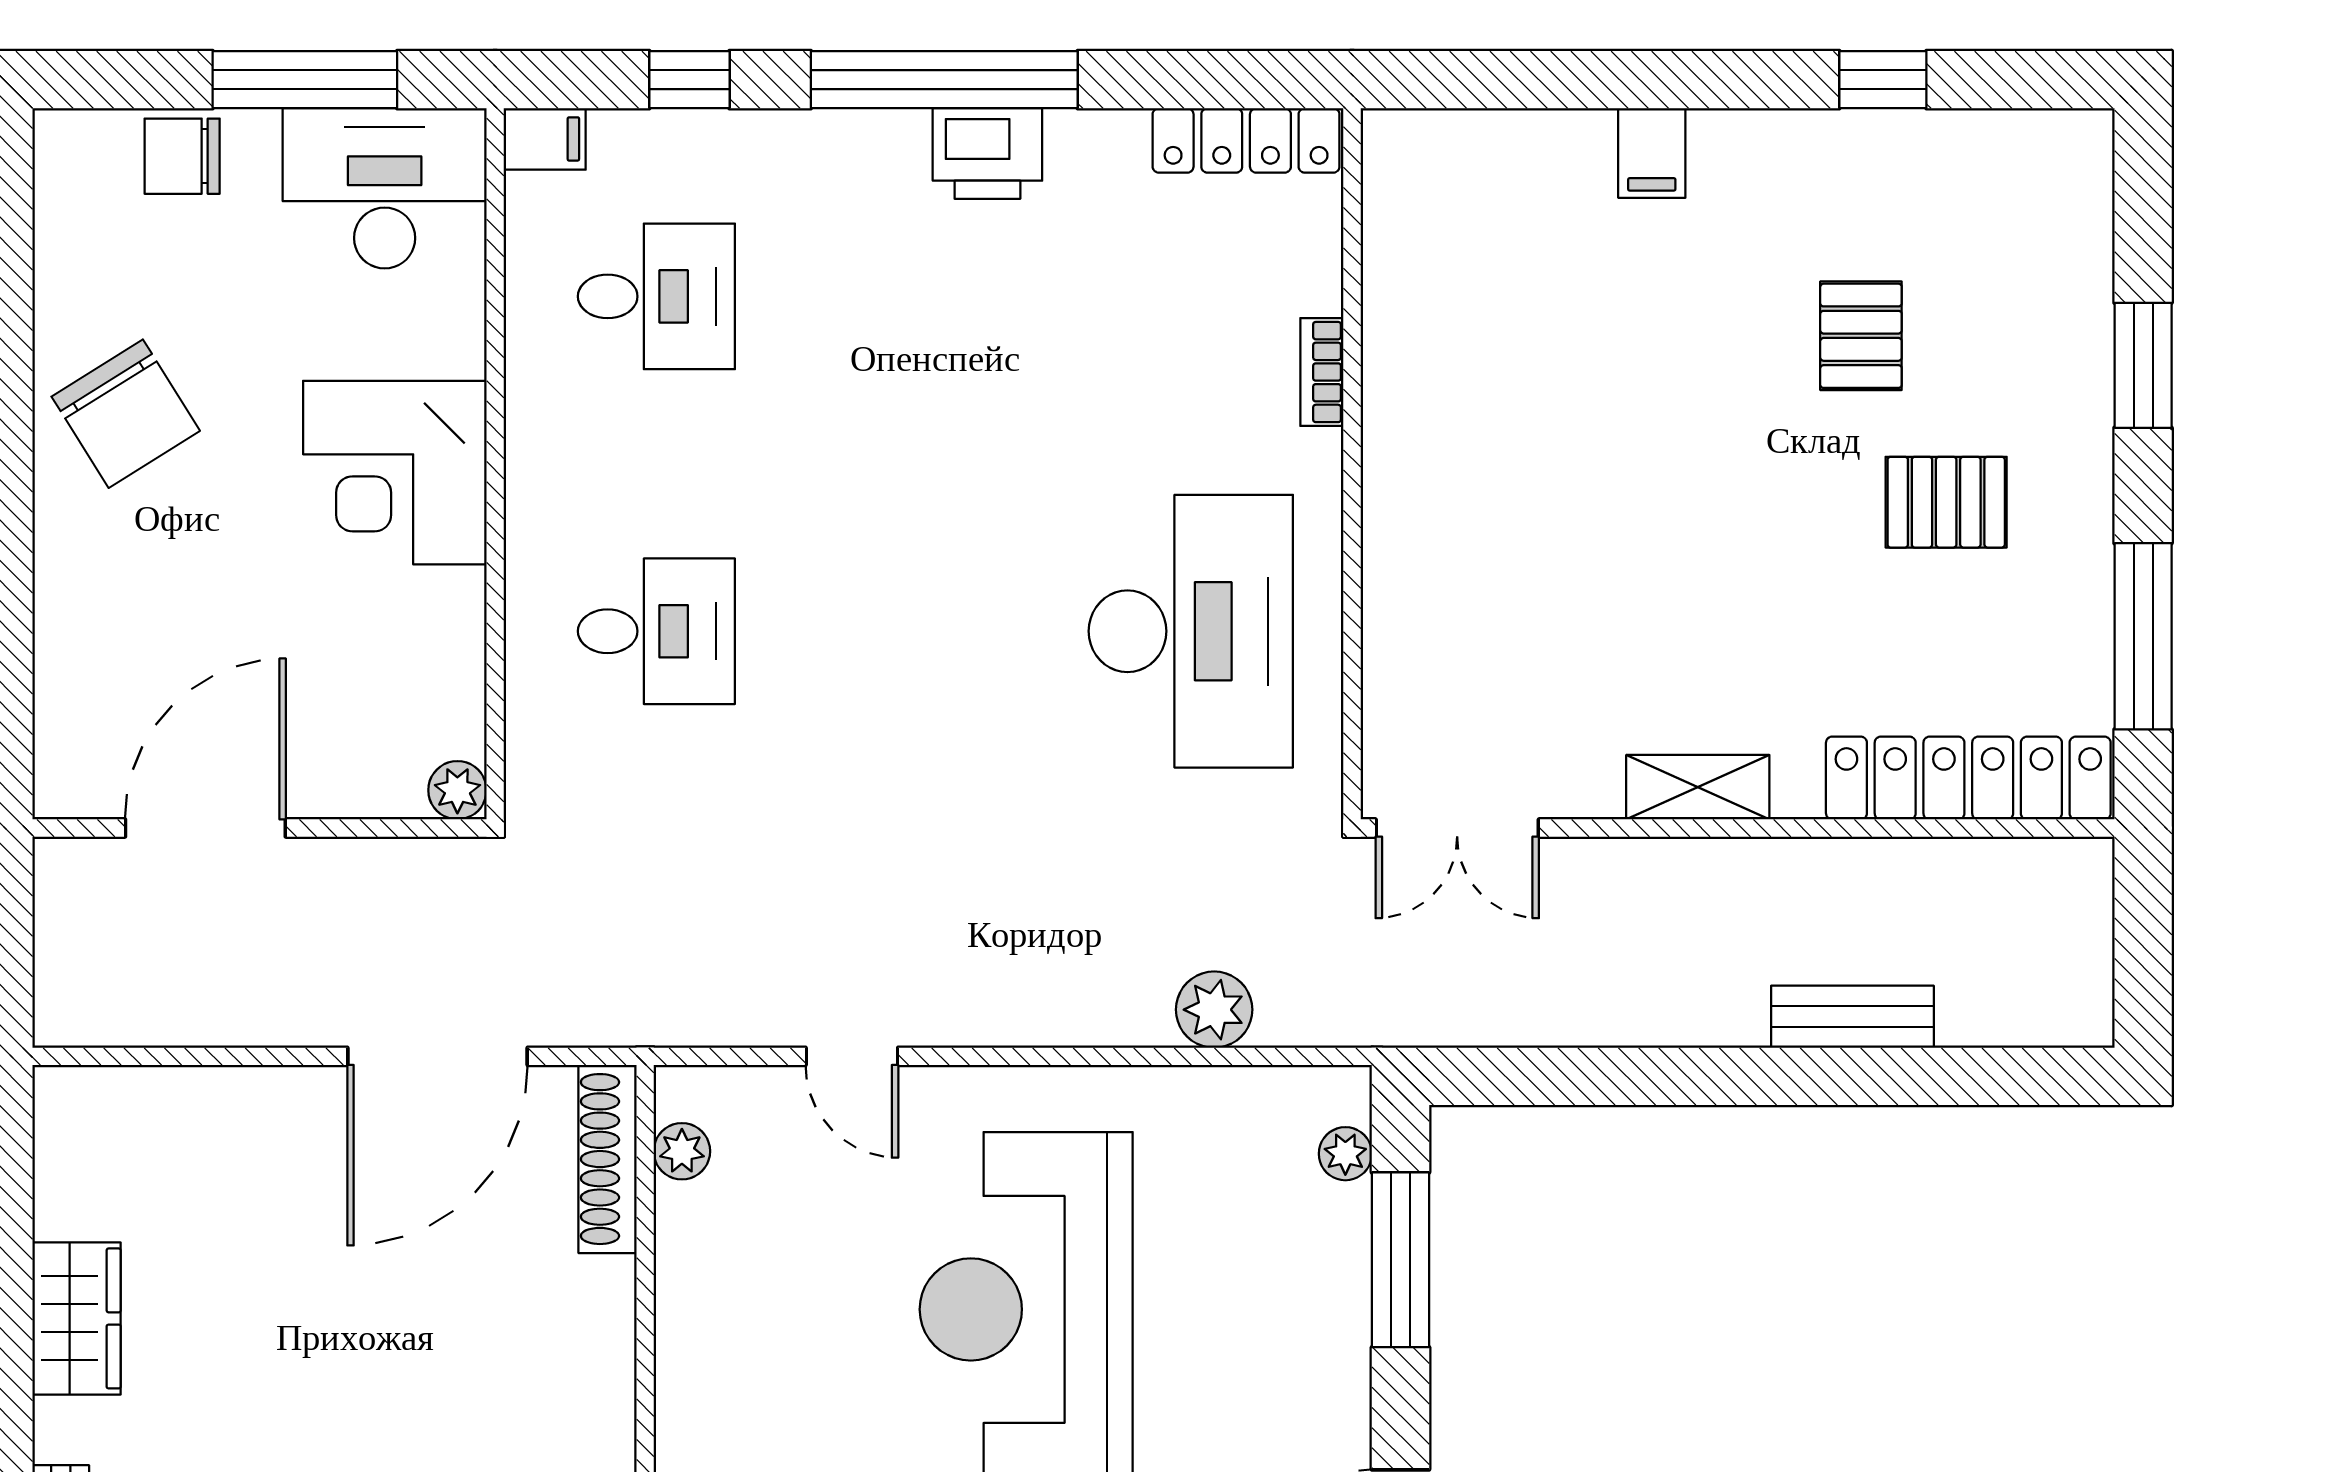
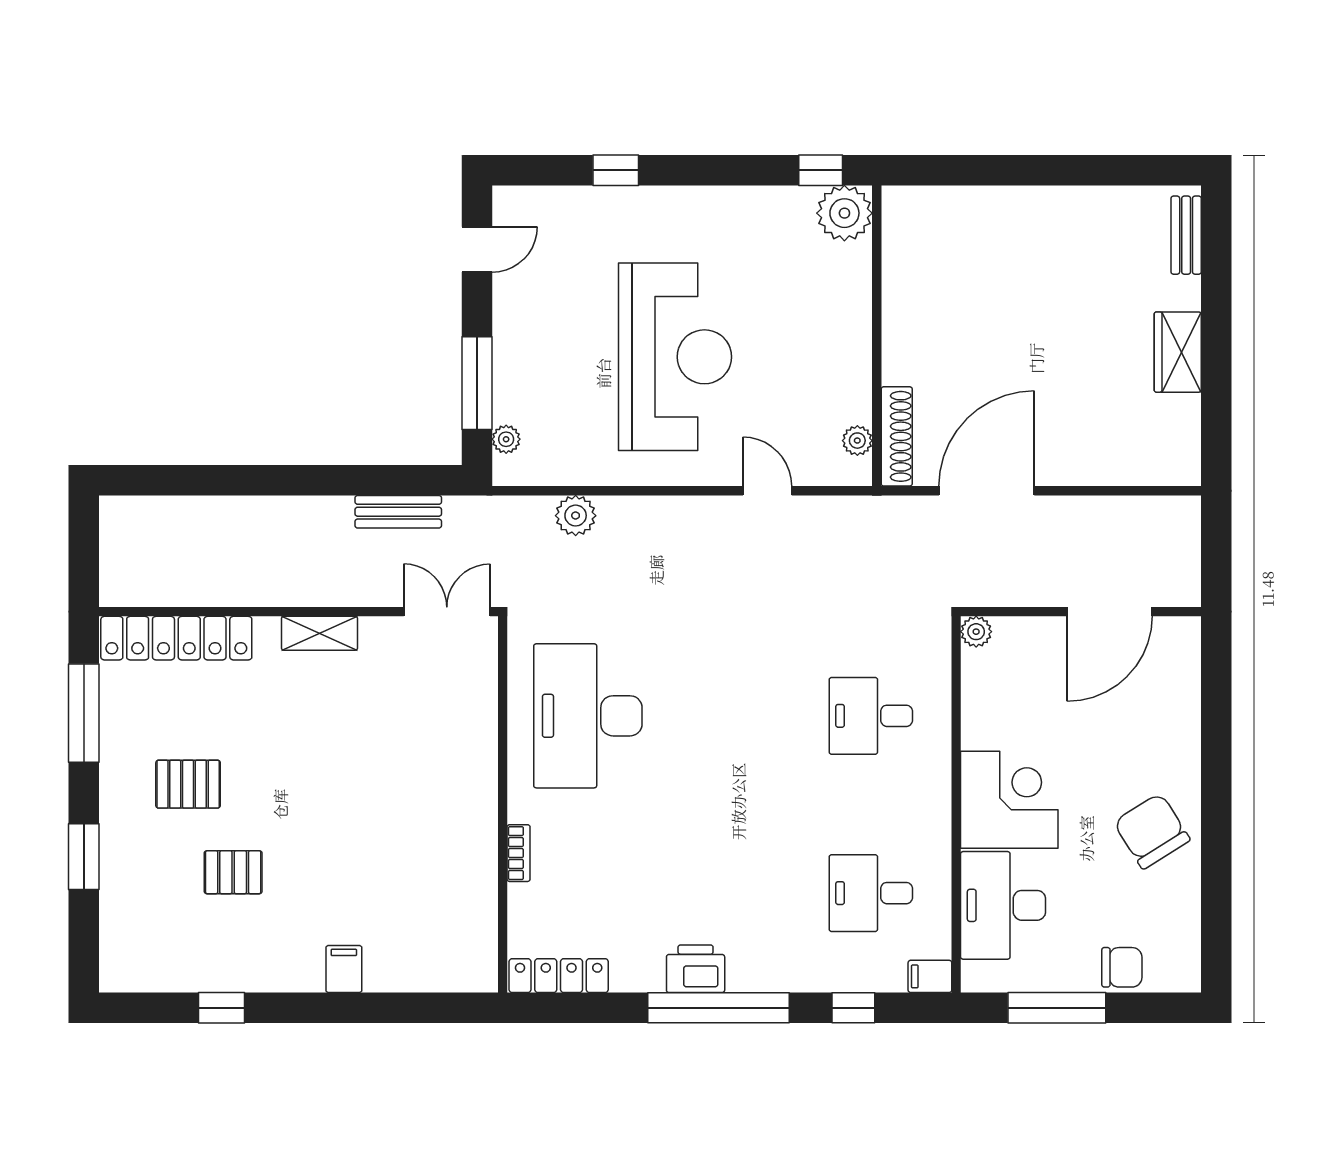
desk: (385, 188) -> (1003, 905), moved, turned 90
pallet: (1861, 336) -> (233, 872), turned 90
bench: (1852, 1017) -> (398, 512), moved

